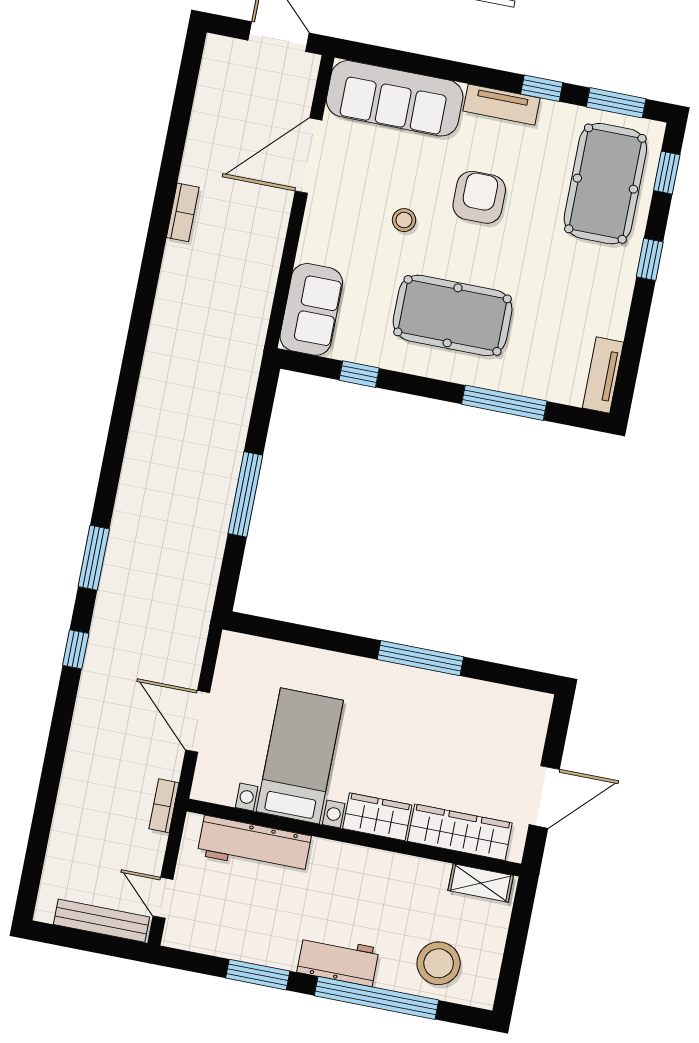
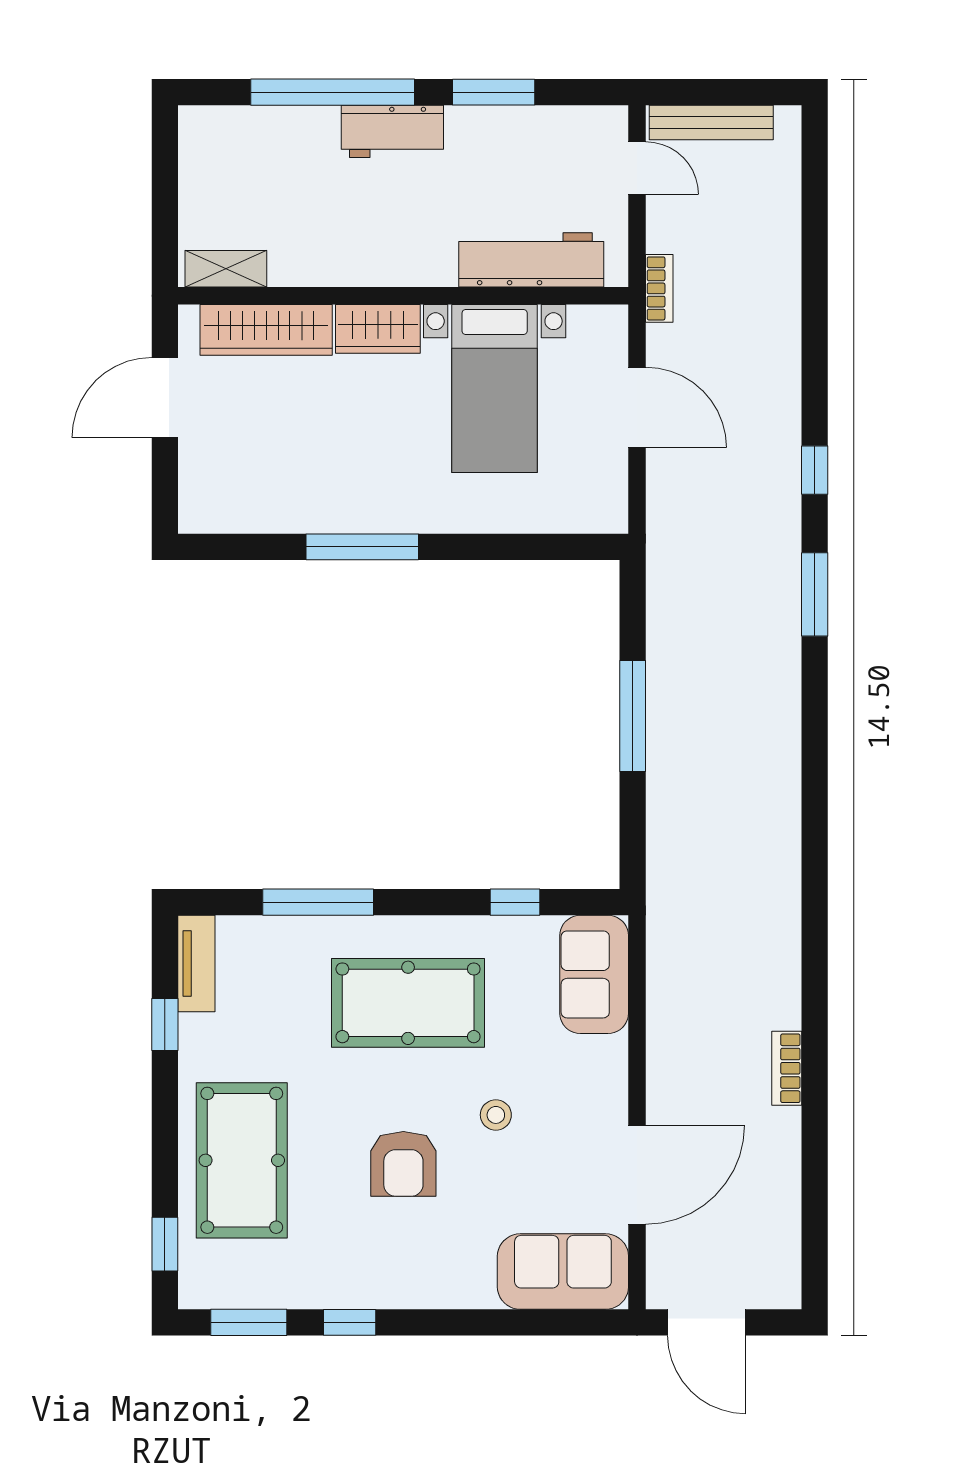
sofa: (395, 98) -> (563, 1272), width x0.73
tv unit: (502, 105) -> (398, 1291), removed
pool table: (605, 184) -> (242, 1160), moved
window: (650, 259) -> (165, 1024), moved
stool: (439, 963) -> (260, 153), removed

